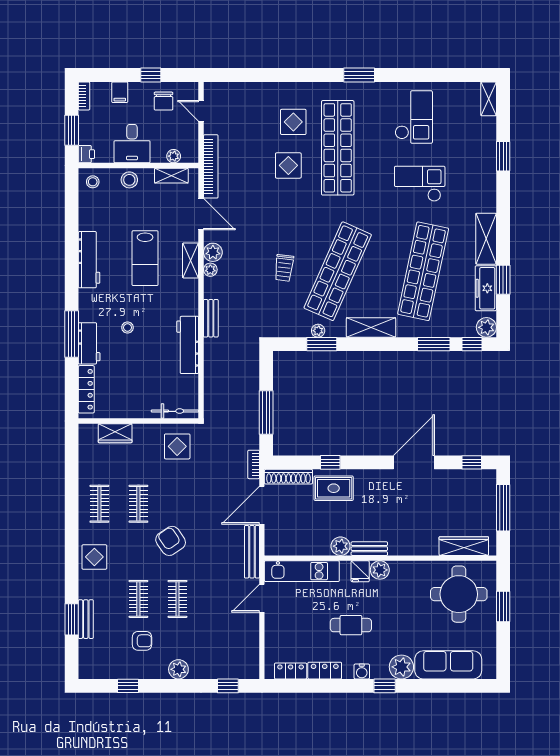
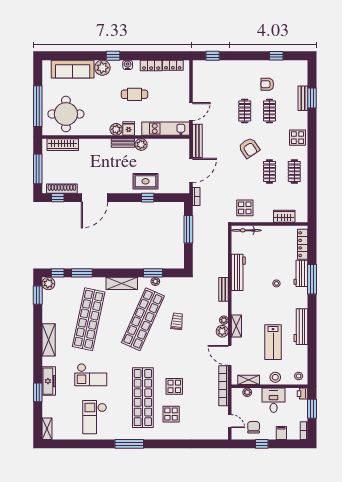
window: (359, 75) -> (129, 444), width x1.44
lab bench: (145, 258) -> (273, 342), moved, turned 180
window: (503, 280) -> (38, 295), moved
freezer: (486, 288) -> (49, 381), moved
shoe rack: (288, 477) -> (62, 189), moved
window: (503, 607) -> (38, 106), width x2.11
plant: (178, 669) -> (244, 66), removed

